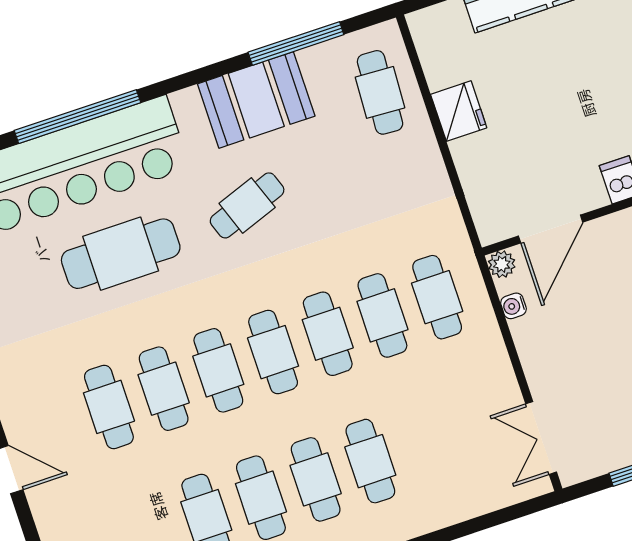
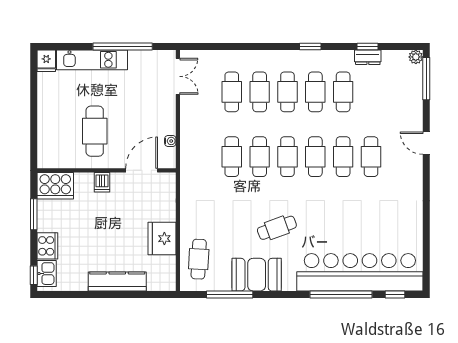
fridge: (459, 111) -> (162, 239), width x1.36, depth x1.34
cafe table: (121, 254) -> (342, 225), removed
plant: (502, 264) -> (169, 162), removed
cafe table: (437, 297) -> (232, 92), moved

